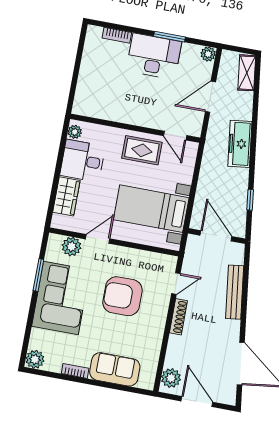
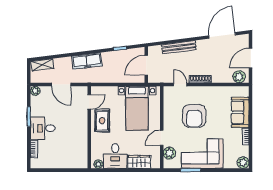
desk: (154, 56) -> (43, 128), width x0.73
door: (98, 239) -> (162, 138), hinge flipped

